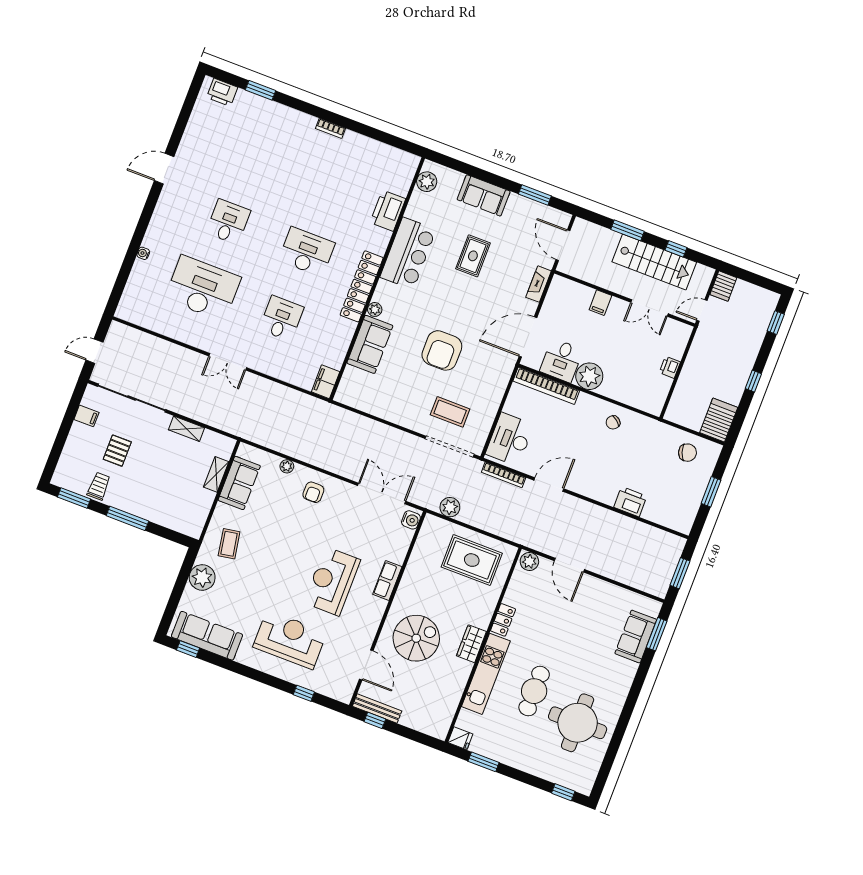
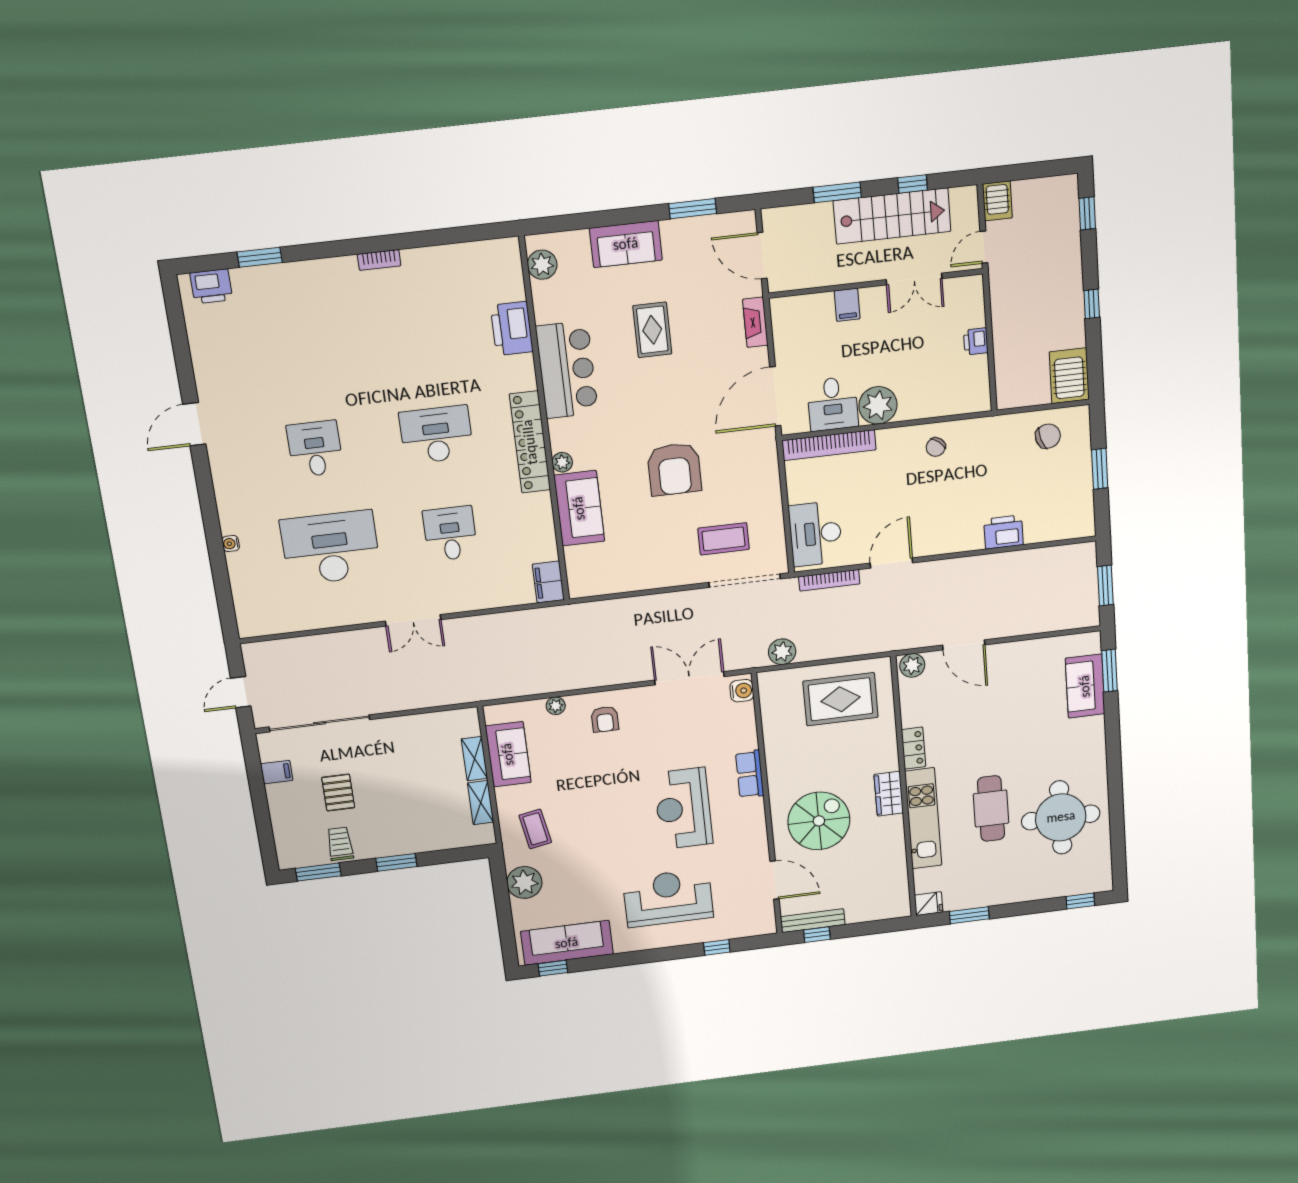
shelving: (186, 429) -> (481, 803), moved, turned 90
window: (127, 518) -> (396, 862), width x0.69

